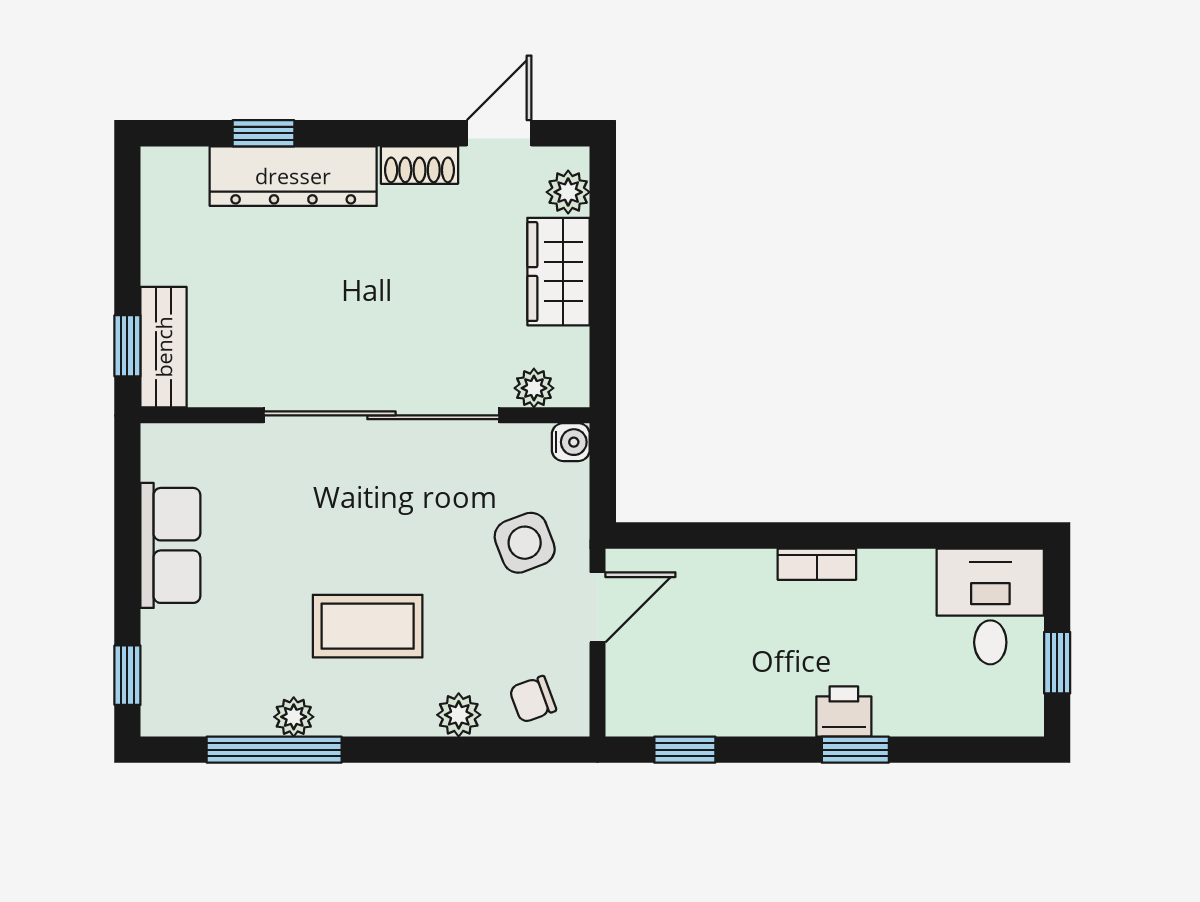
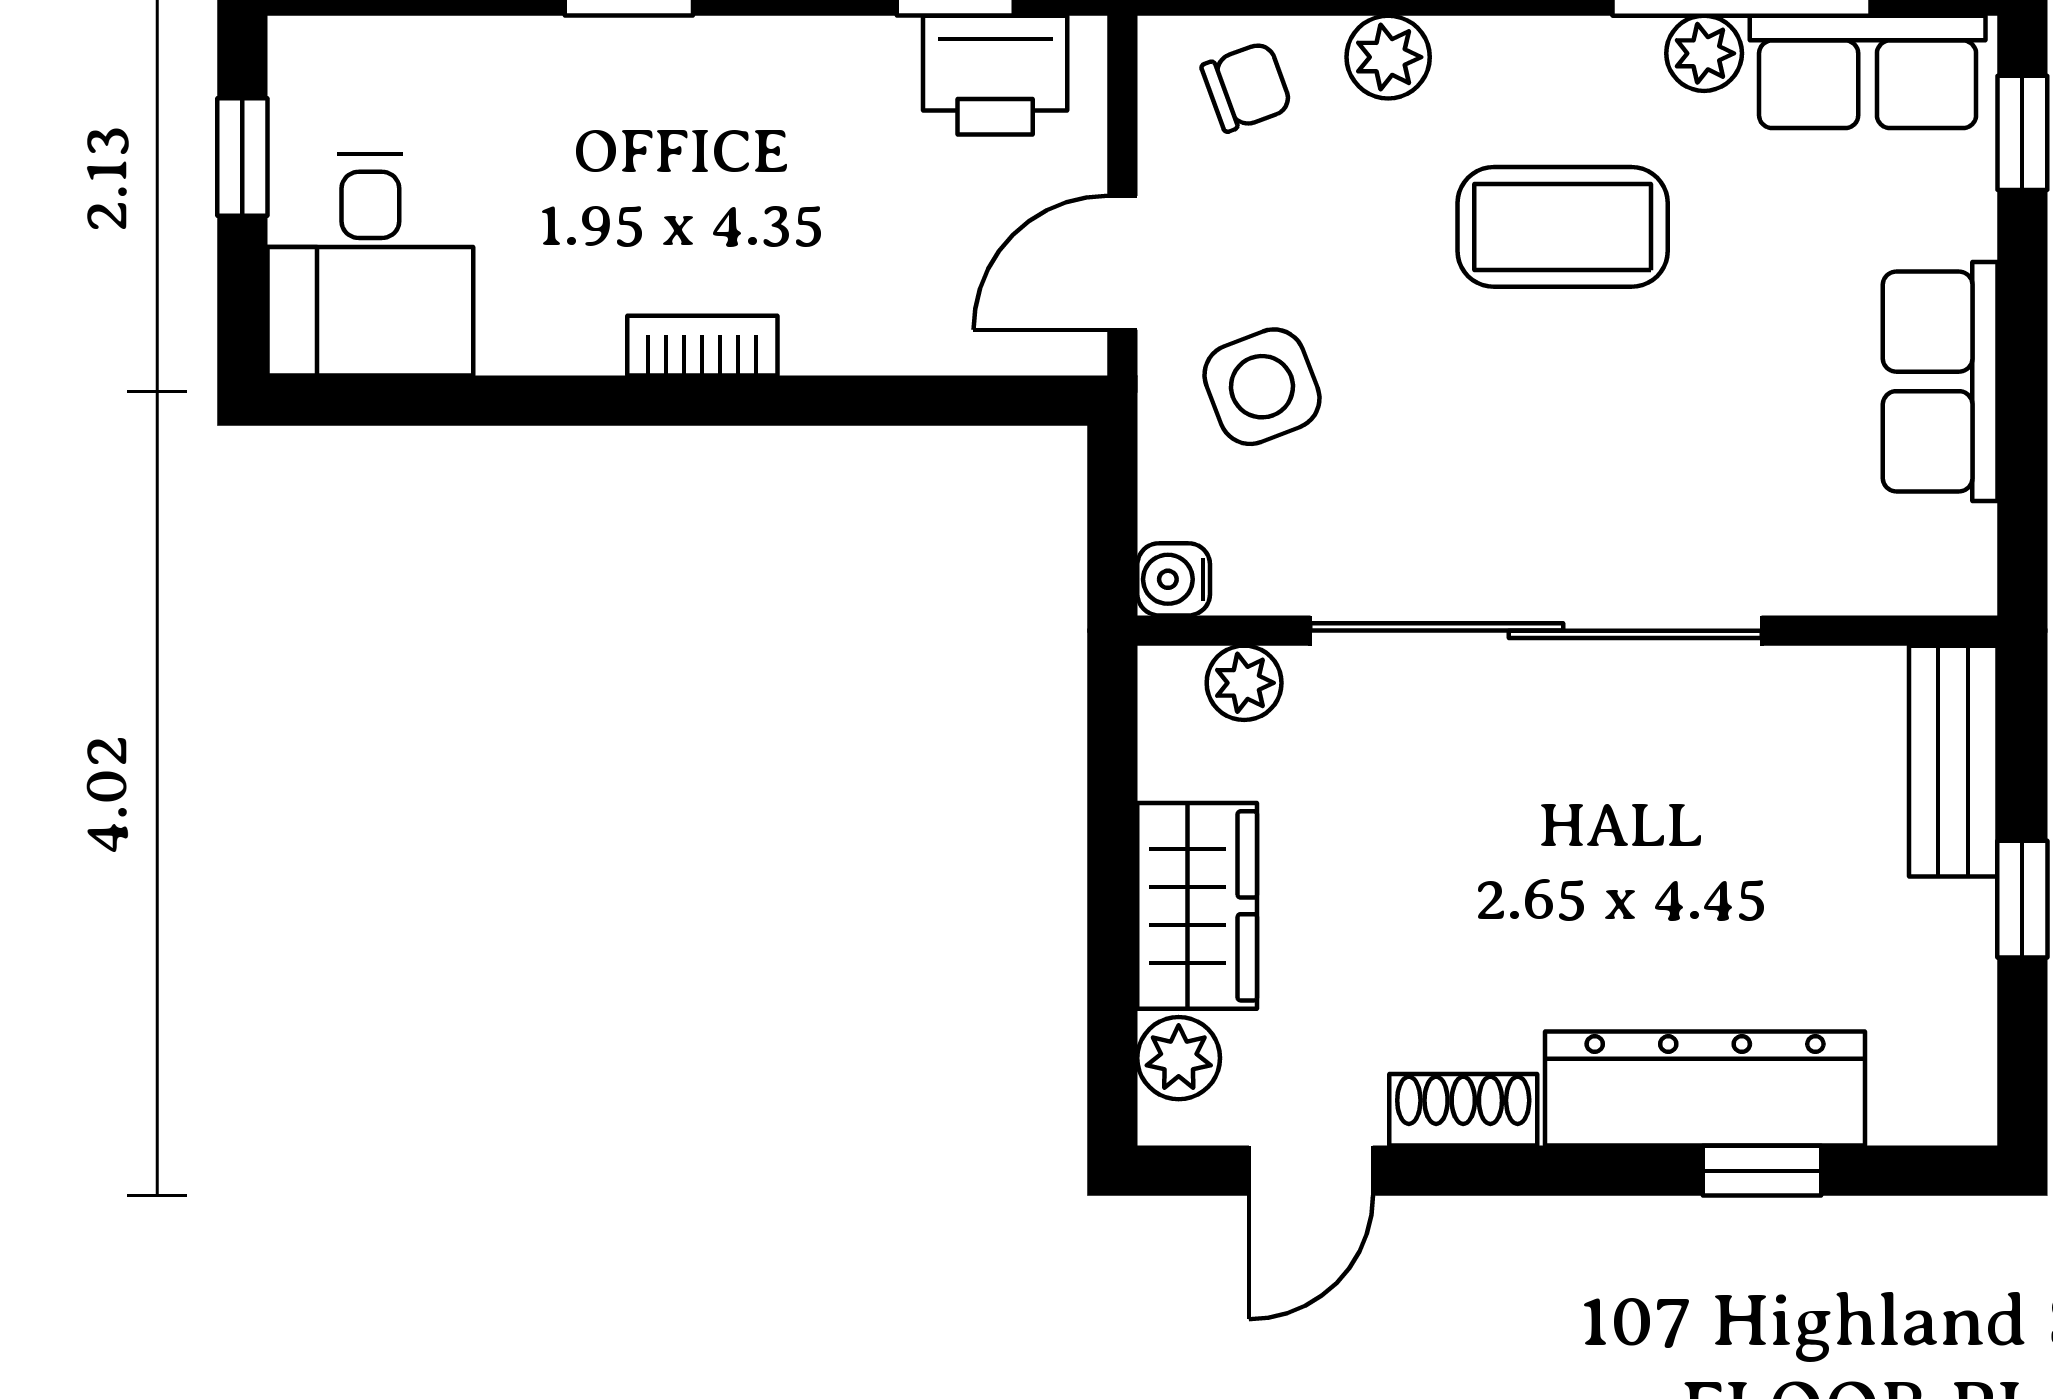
window: (127, 346) -> (2022, 899), moved
row of seats: (208, 707) -> (1868, 72), added
printer: (844, 711) -> (995, 75), moved, width x1.36, depth x1.24

